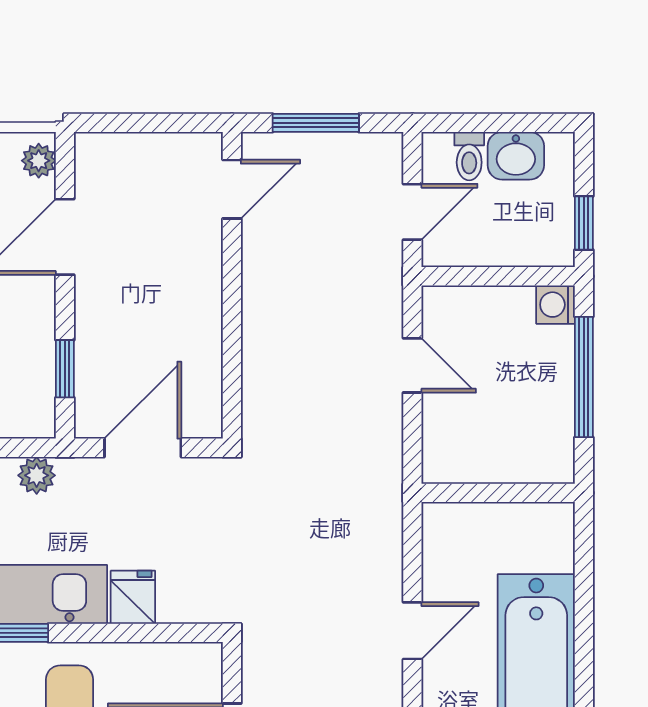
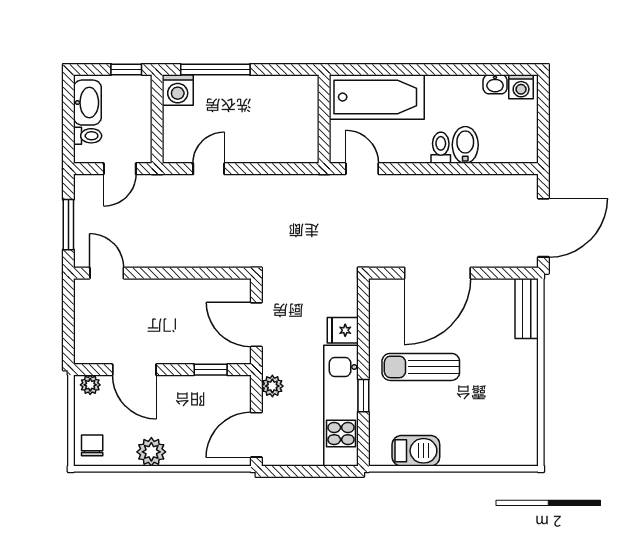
washbasin: (516, 156) -> (87, 103), width x1.38
door: (412, 212) -> (120, 169), swing flipped
washing machine: (556, 305) -> (178, 90), width x1.38, depth x1.38
wall: (498, 493) -> (324, 119), moved

